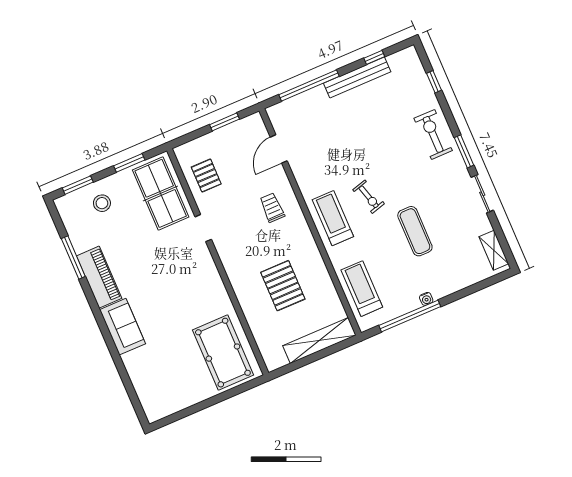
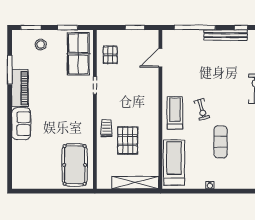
trolley: (272, 208) -> (106, 128), moved
treadmill: (362, 289) -> (174, 162), width x1.37, depth x1.38
window: (410, 316) -> (196, 191), removed

